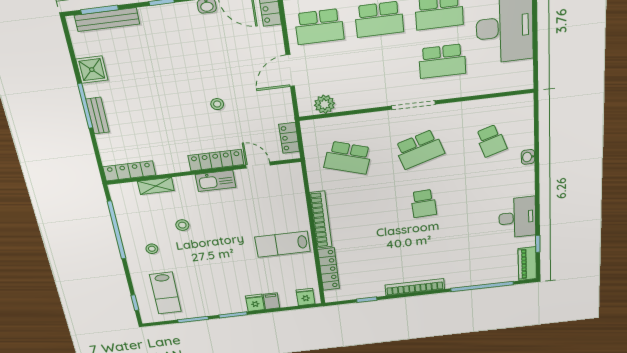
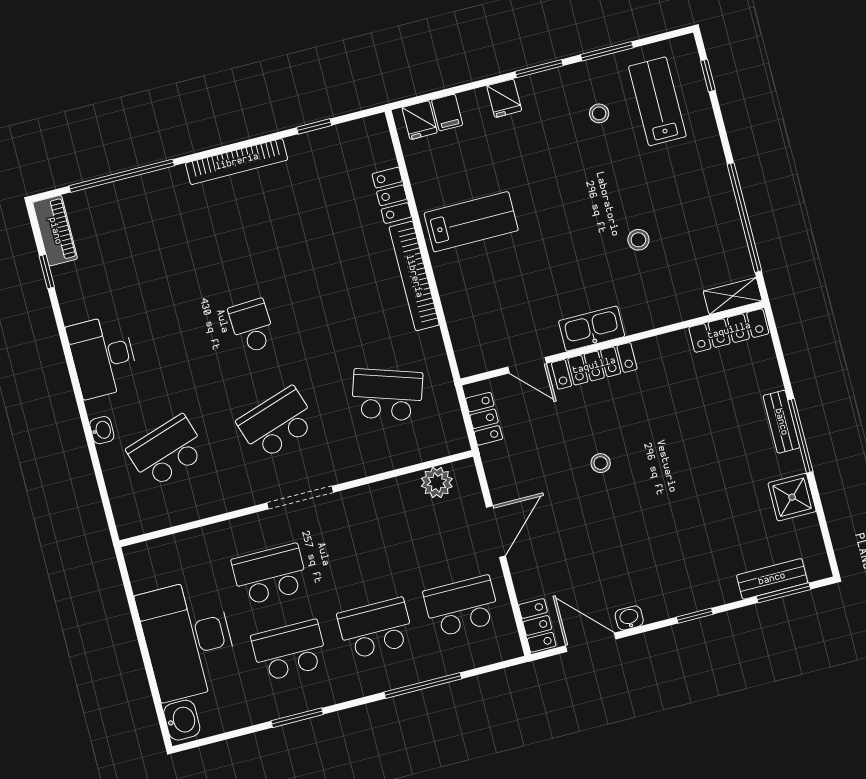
bench: (107, 20) -> (772, 579), width x0.73
school desk: (491, 141) -> (167, 451), width x1.85
shelving: (156, 186) -> (733, 296), moved
desk: (517, 218) -> (103, 357), moved
stool: (152, 249) -> (599, 113), moved
locker: (329, 269) -> (392, 195), width x0.66
filing cabinet: (271, 301) -> (447, 113), moved

